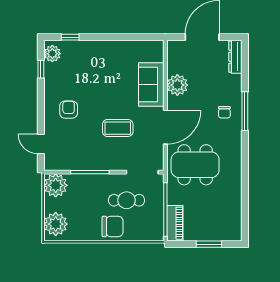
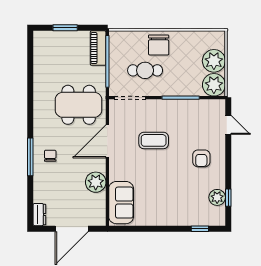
plant: (52, 54) -> (217, 197), moved
dresser: (235, 57) -> (39, 215), width x0.70
sofa: (151, 85) -> (121, 203), moved
plant: (56, 224) -> (214, 61), moved
chair: (113, 226) -> (159, 45), turned -90

